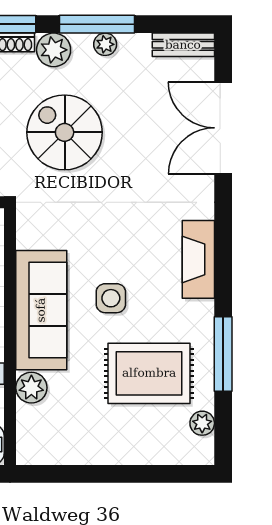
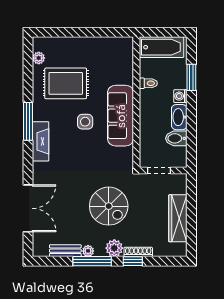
bench: (183, 45) -> (65, 251), moved
window: (223, 354) -> (28, 121), moved
plant: (31, 388) -> (126, 76), removed

